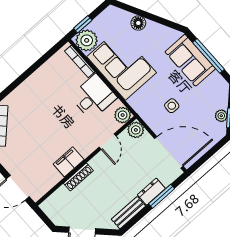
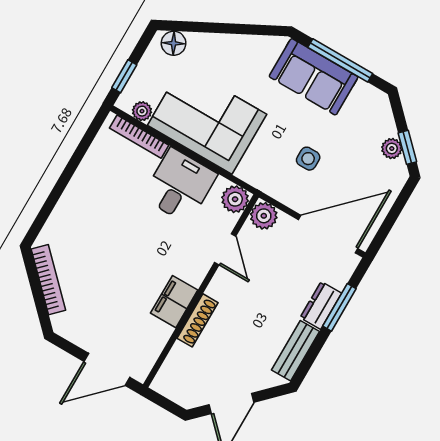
floor lamp: (138, 23) -> (174, 43), moved
plant: (87, 40) -> (142, 111), width x0.53, depth x0.53

